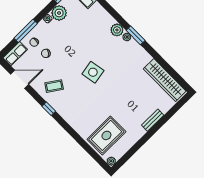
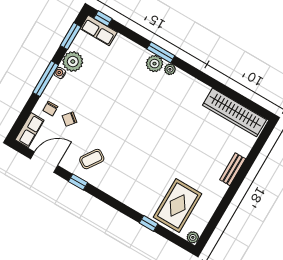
window: (26, 31) -> (46, 79), moved
window: (136, 35) -> (161, 52), moved
side table: (93, 72) -> (138, 127), removed
window: (49, 109) -> (78, 182), moved
window: (82, 143) -> (149, 223), added

